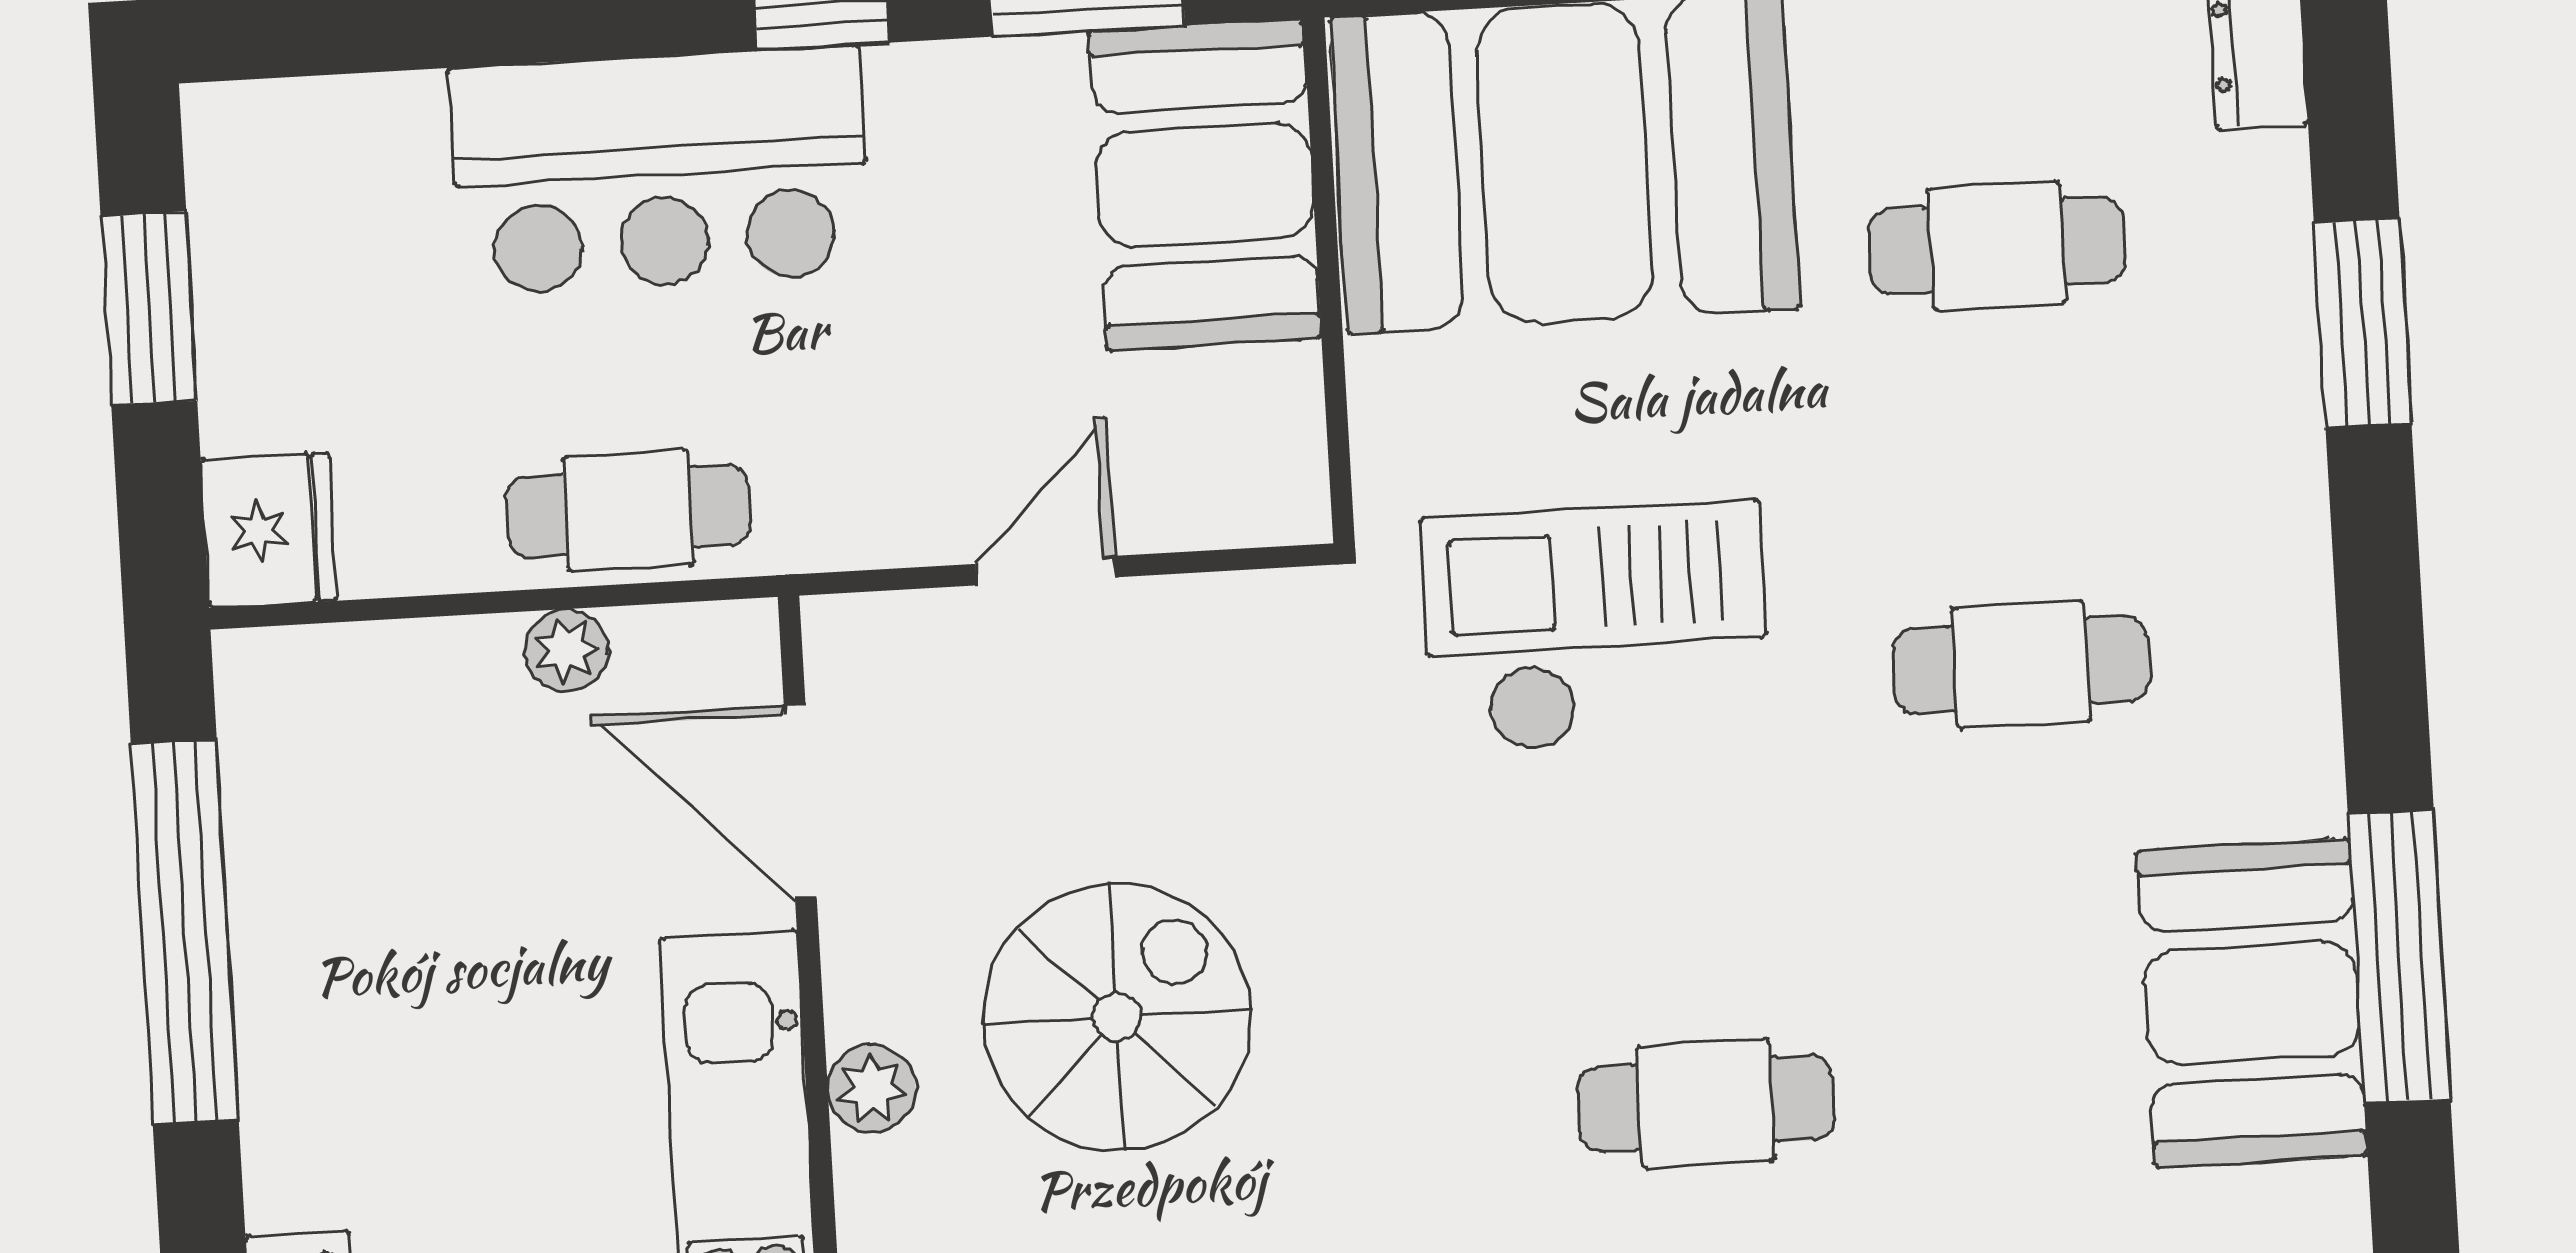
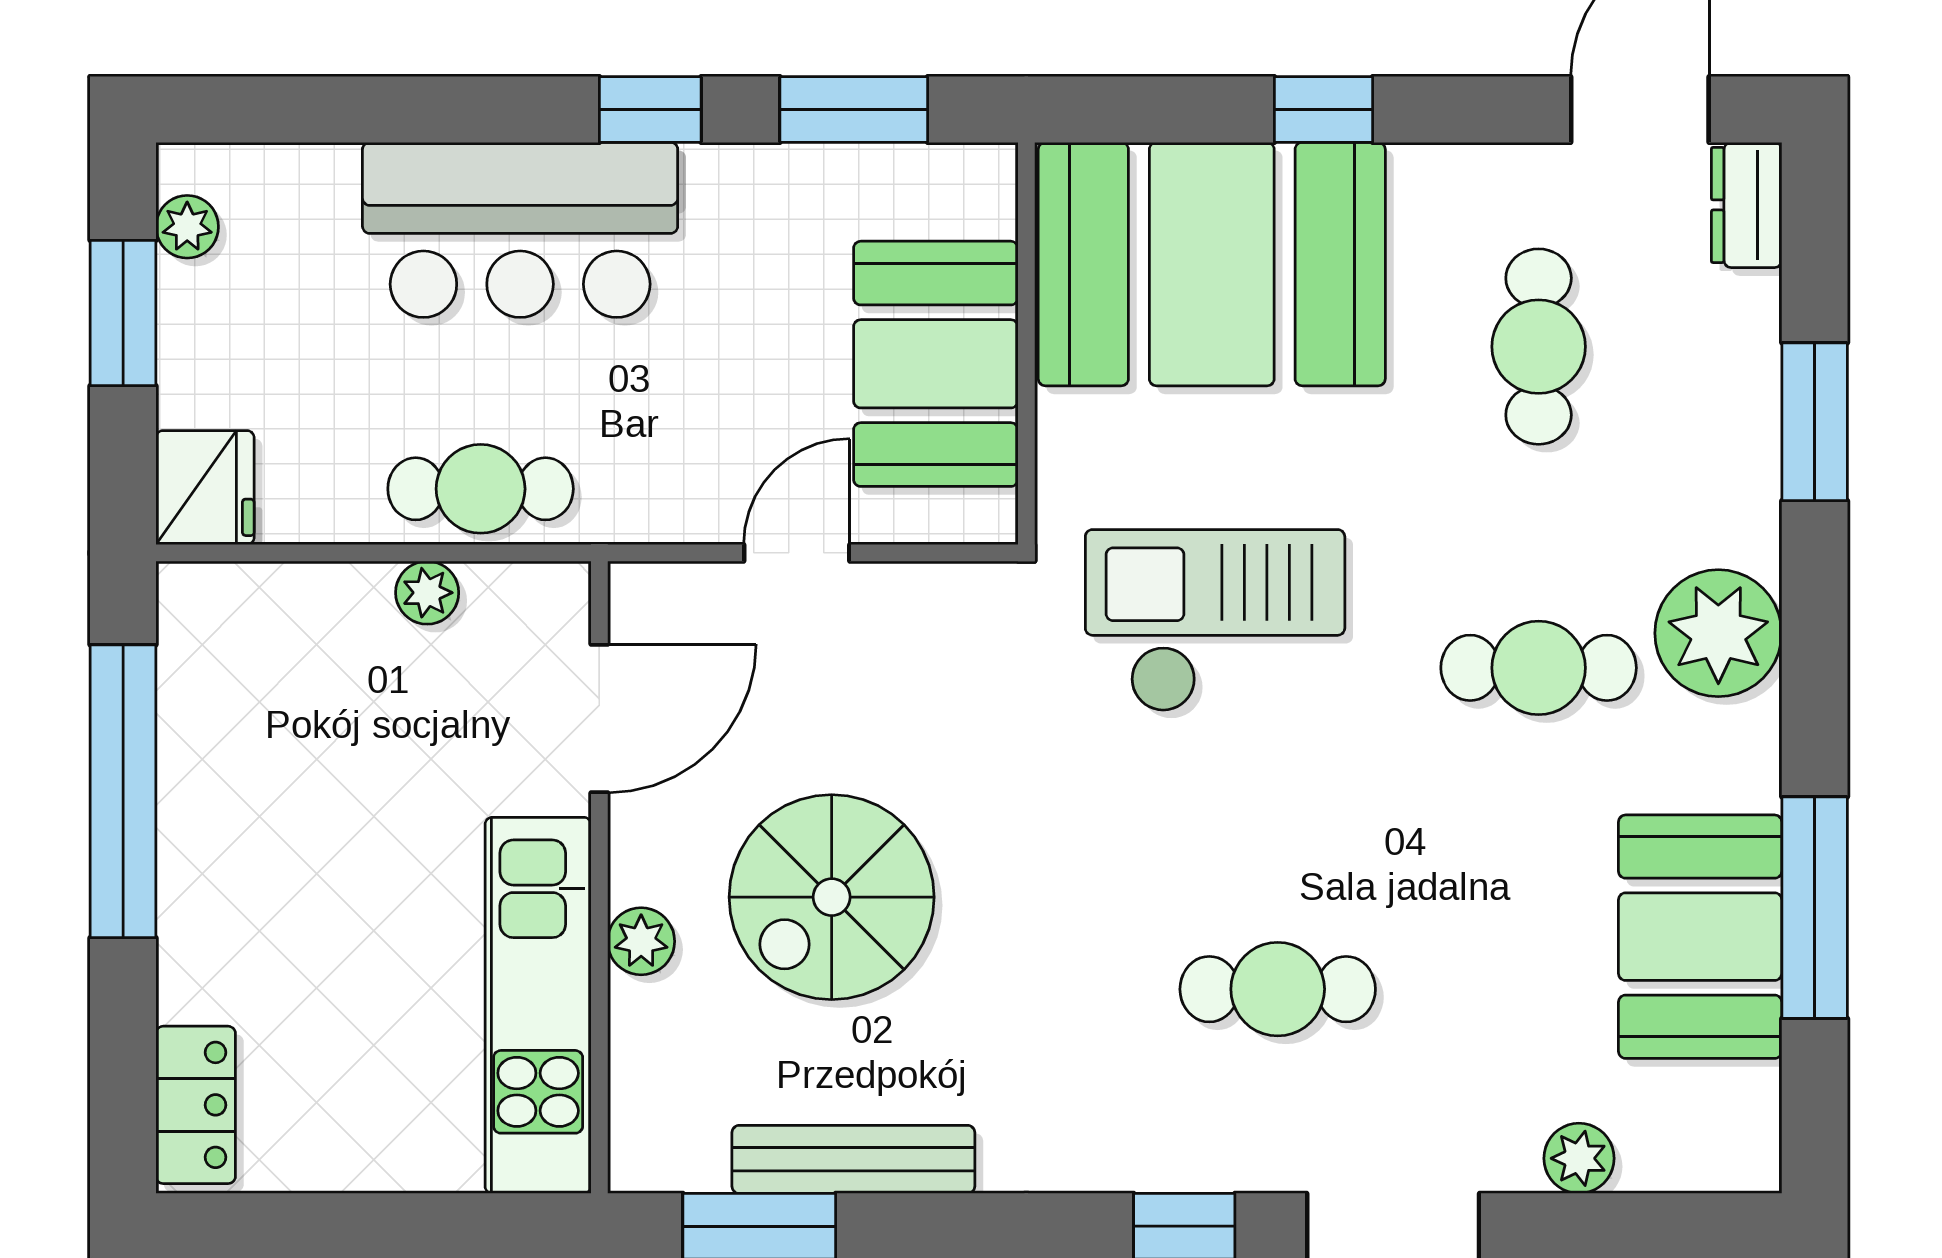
booth: (1205, 185) -> (936, 364), moved
plant: (226, 191) -> (187, 227), added
cafe table: (1997, 246) -> (1539, 347), turned 90
plant: (2253, 606) -> (1718, 633), added
door: (800, 801) -> (599, 718), swing flipped
spiral stairs: (1117, 1017) -> (832, 897), turned 180

